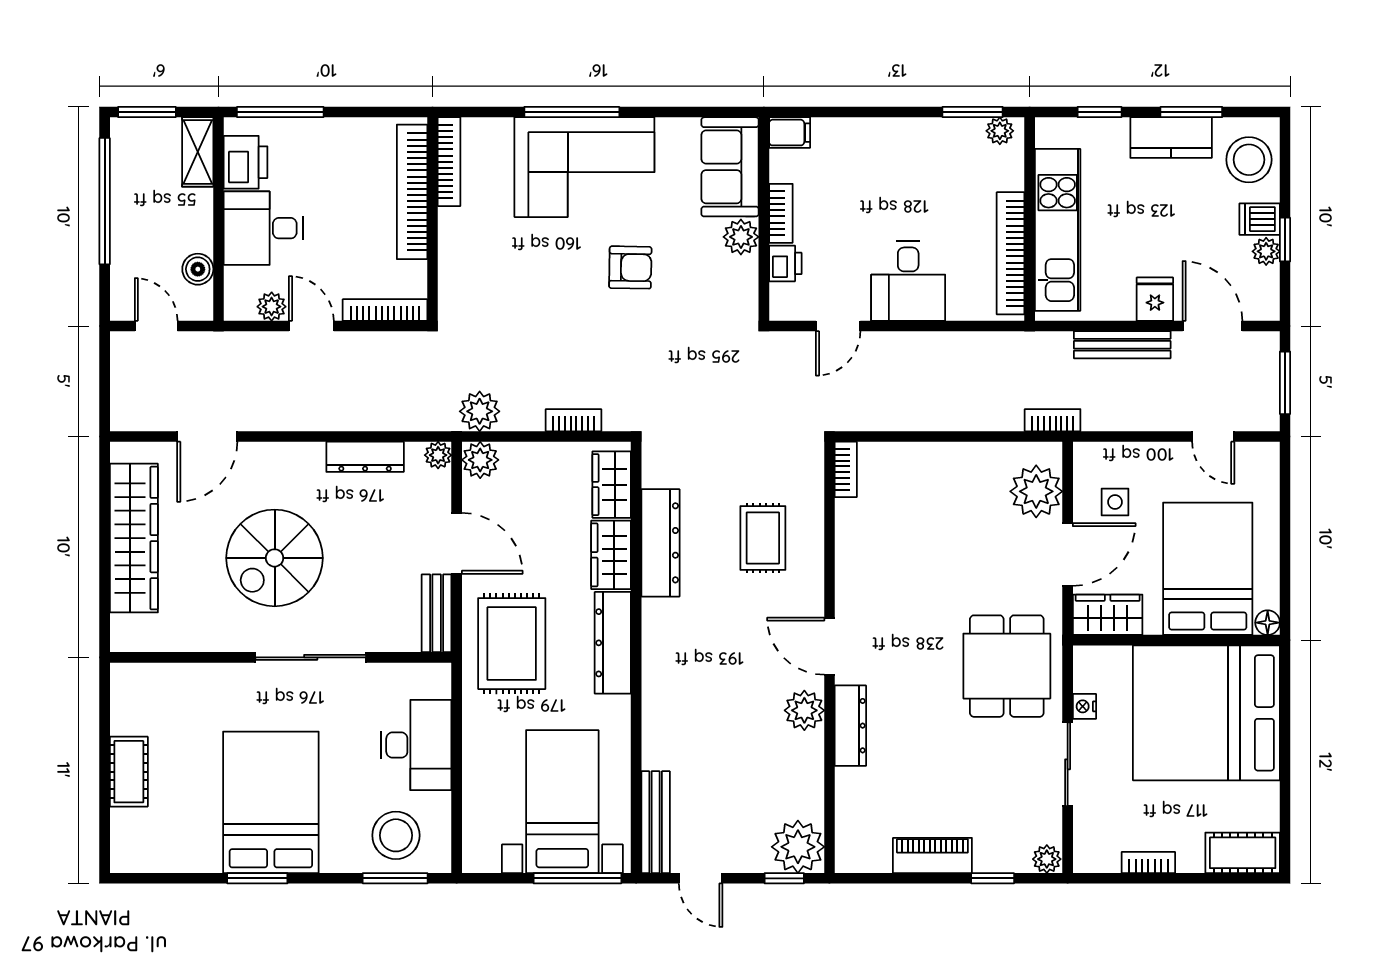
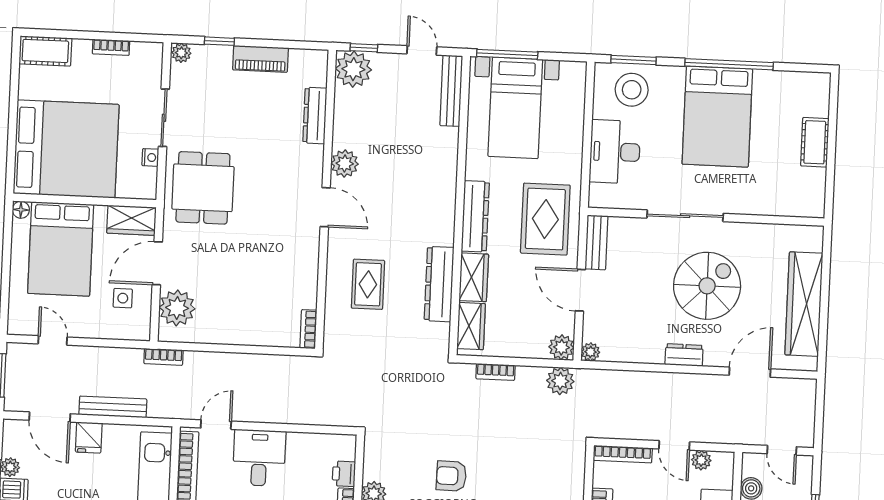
door: (838, 326) -> (216, 425), moved
dresser: (365, 457) -> (684, 355), moved, width x0.70
dresser: (850, 726) -> (315, 116), moved
window: (257, 878) -> (729, 64), width x2.11

